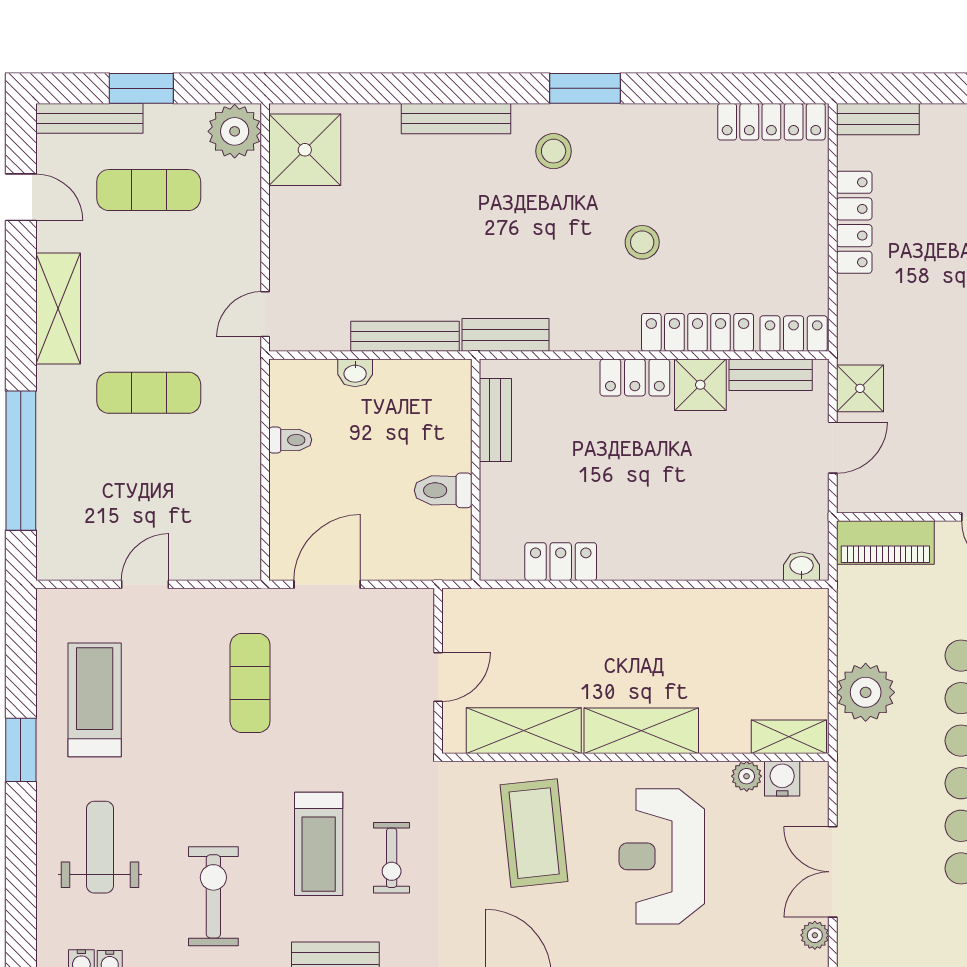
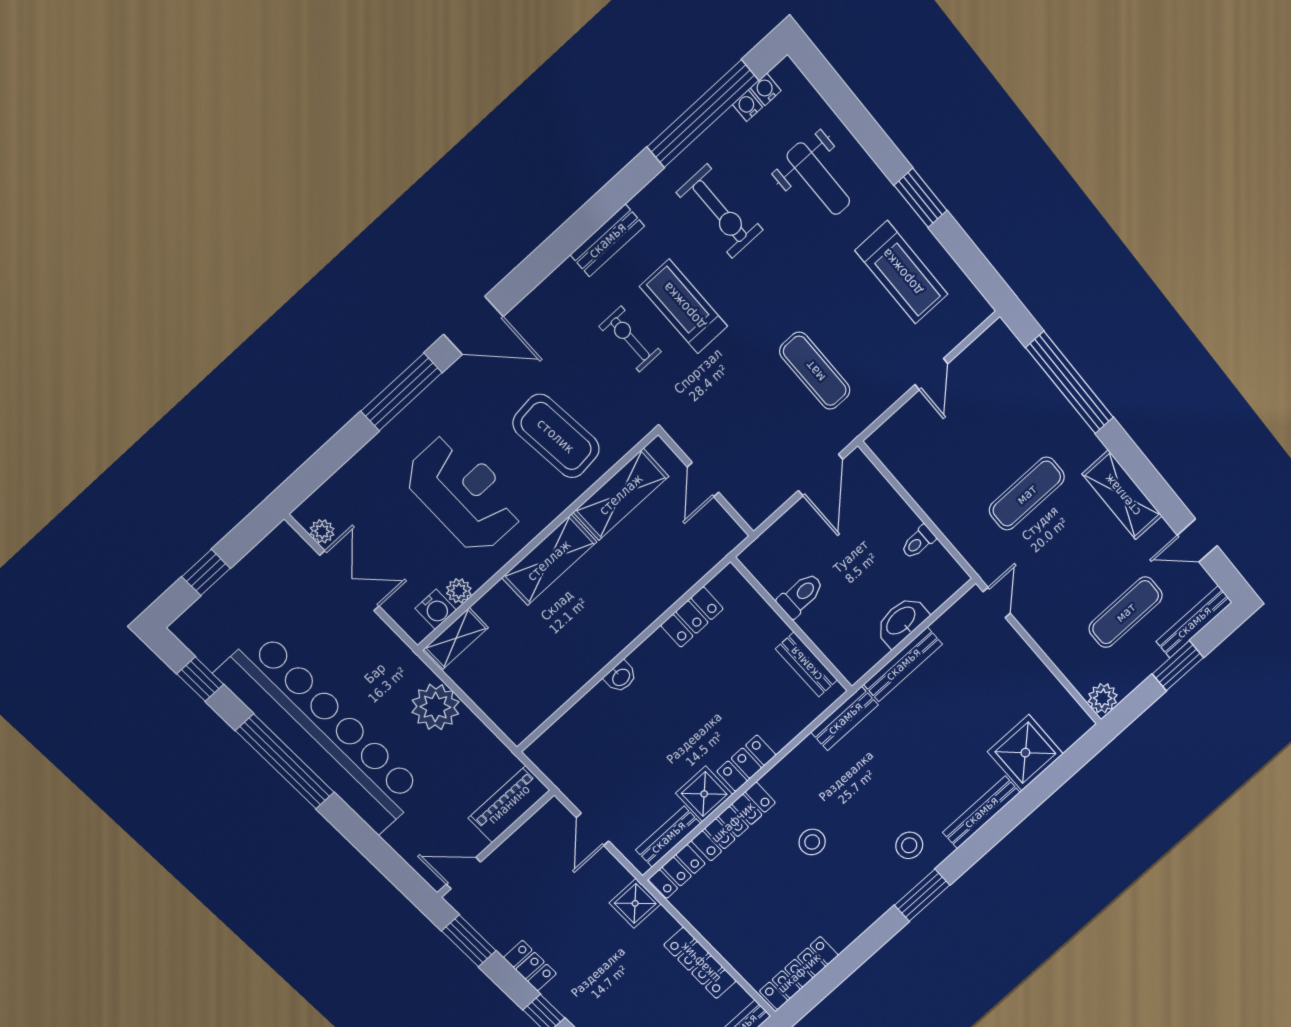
plant: (235, 131) -> (1103, 698), width x0.73, depth x0.73
shower: (305, 150) -> (1025, 753), moved
washbasin: (355, 373) -> (901, 621), width x1.91, depth x1.45
shower: (860, 388) -> (635, 903), moved
washbasin: (802, 566) -> (621, 677), moved

